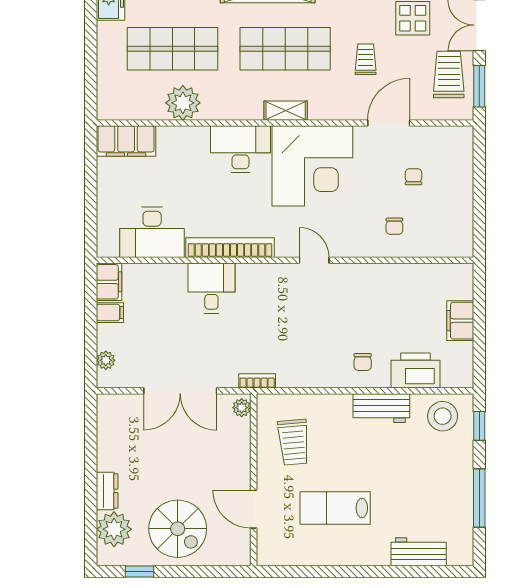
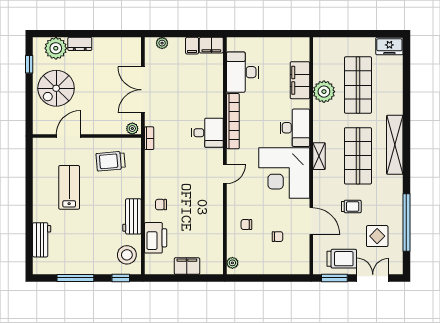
filing cabinet: (126, 141) -> (300, 80), moved
plant: (455, 248) -> (232, 263), added
desk: (211, 288) -> (207, 133), moved

